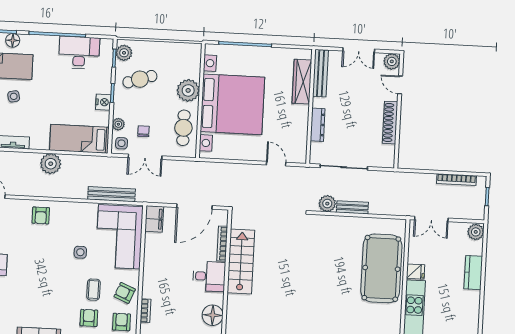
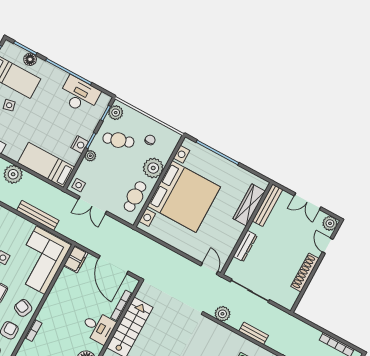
plant: (118, 124) -> (90, 156), moved
chair: (144, 131) -> (150, 140), moved
door: (276, 164) -> (209, 269), moved
bench: (112, 194) -> (38, 215), moved
door: (194, 207) -> (113, 265), hinge flipped
bench: (352, 207) -> (254, 333), moved

